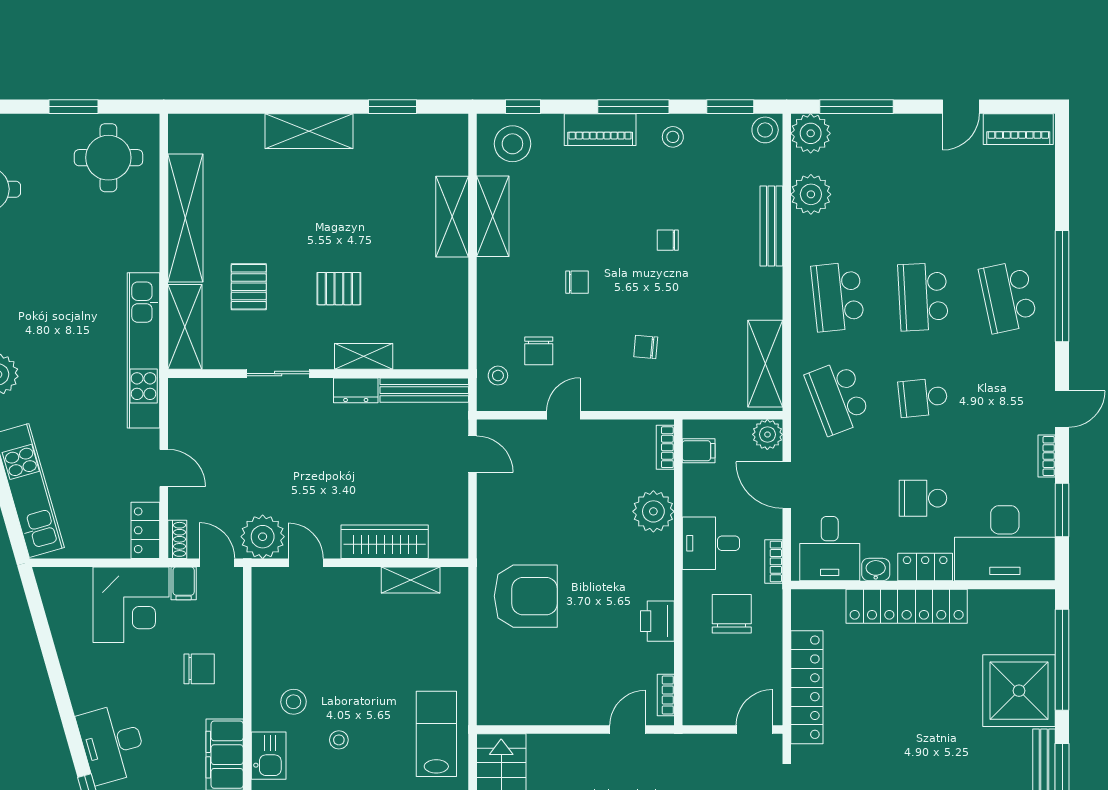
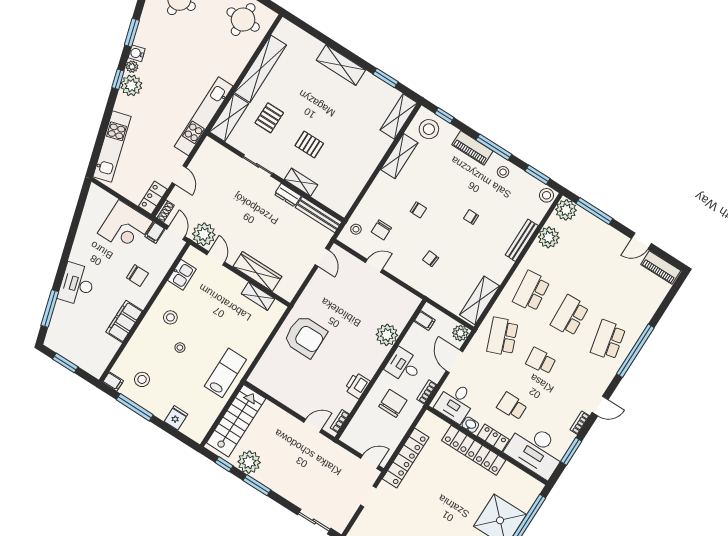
shelving: (452, 217) -> (399, 116), moved
bookcase: (665, 447) -> (411, 309), removed
kitchen sink: (269, 756) -> (182, 275), moved

